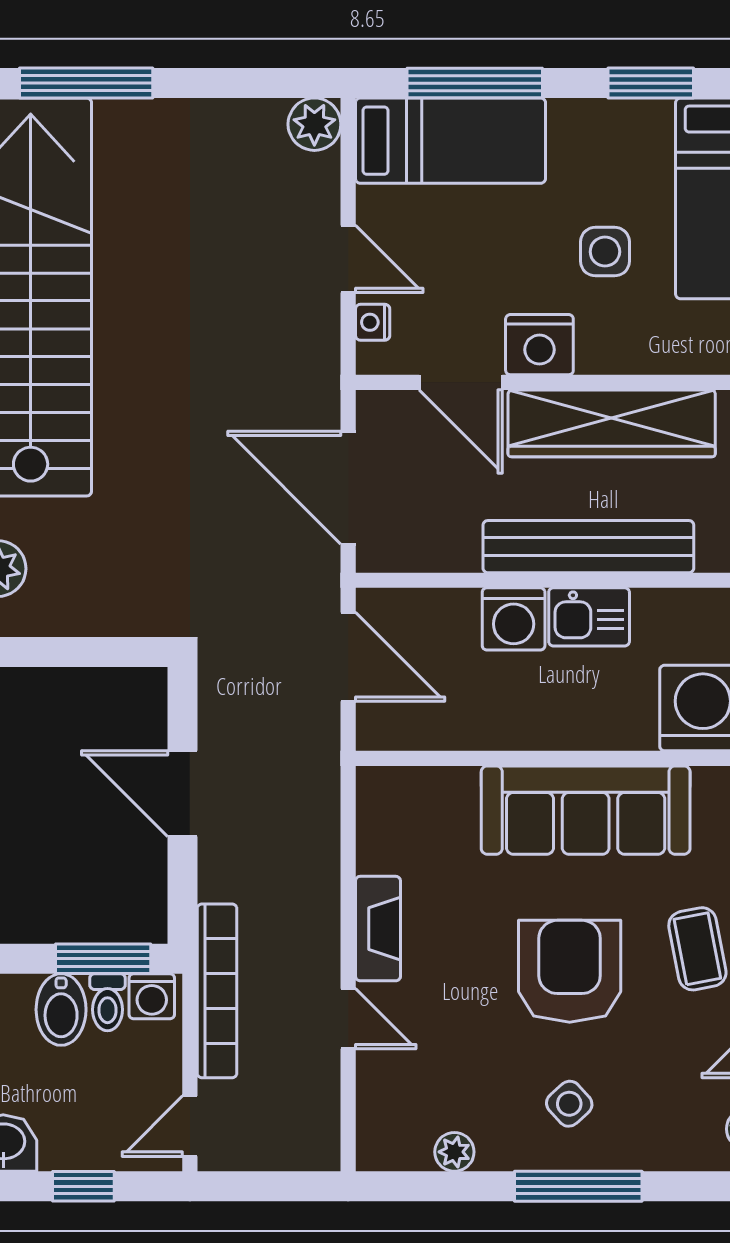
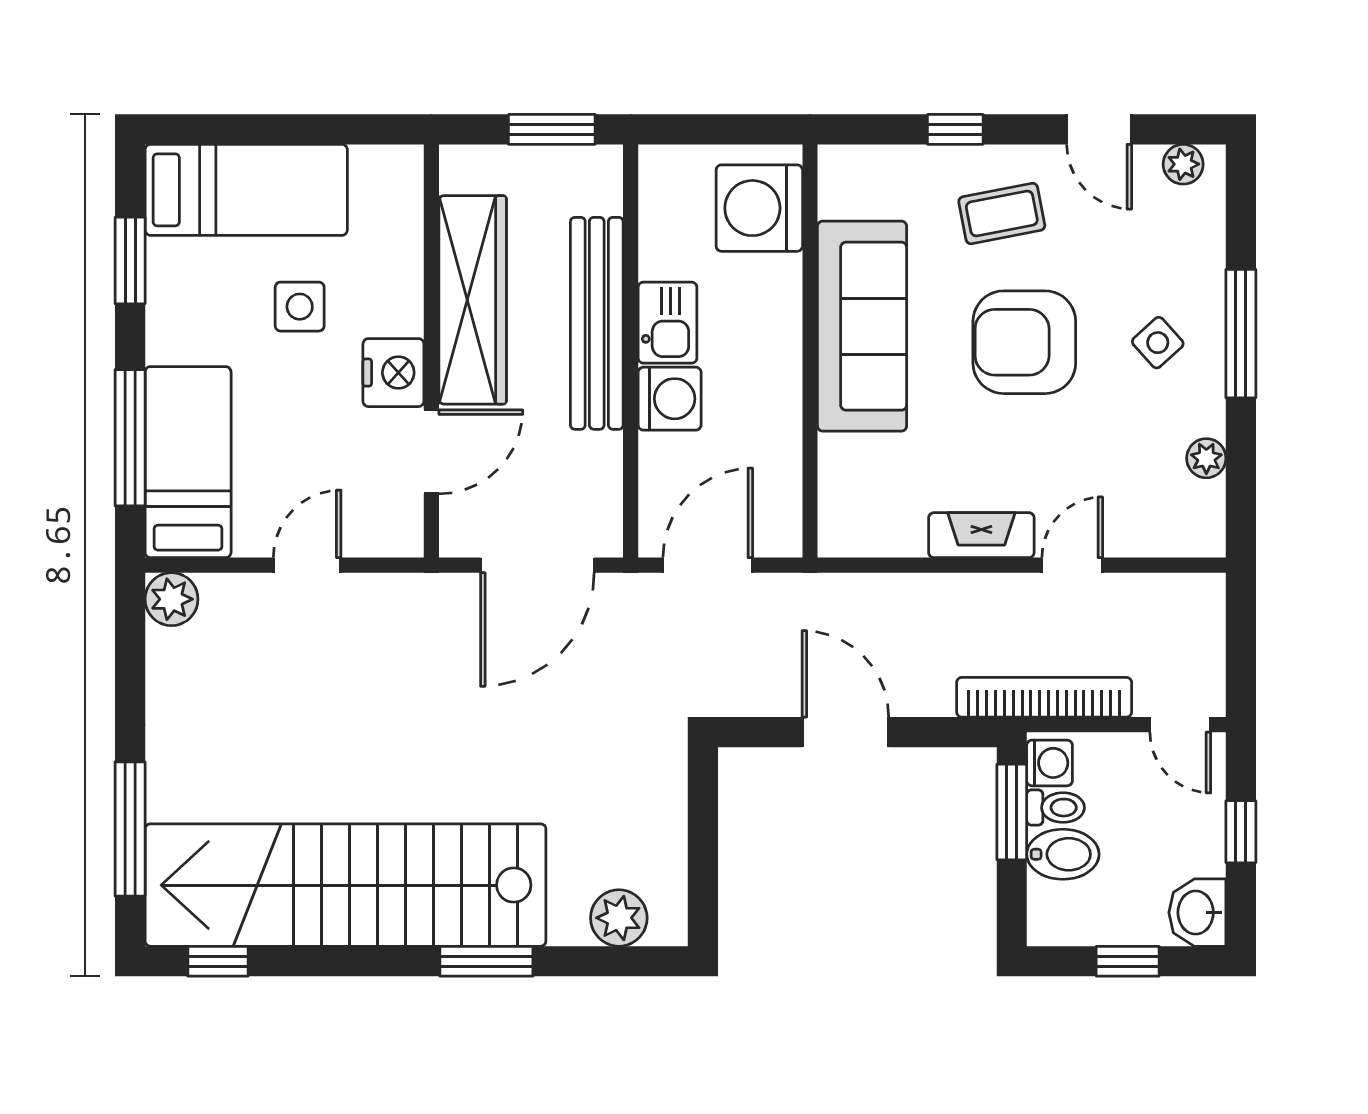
nightstand: (373, 322) -> (371, 541), removed
door: (182, 794) -> (845, 732), swing flipped

